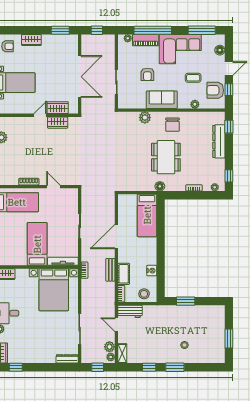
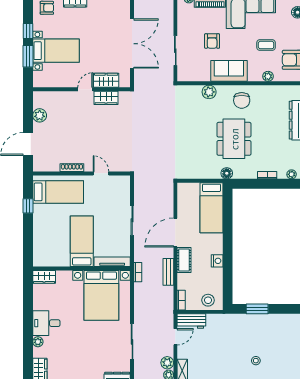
nightstand: (152, 271) -> (217, 261), moved
cot: (124, 274) -> (184, 260), moved
door: (116, 325) -> (175, 337), swing flipped

